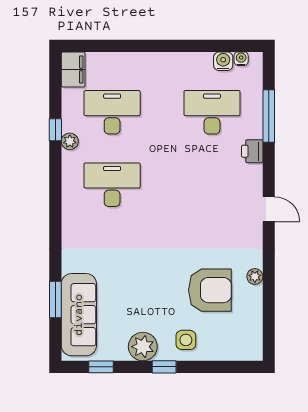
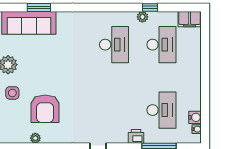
plant: (255, 277) -> (35, 138), moved

